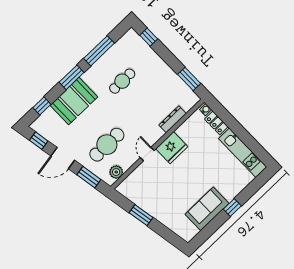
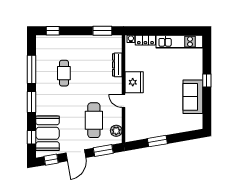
booth: (74, 101) -> (48, 133), moved

